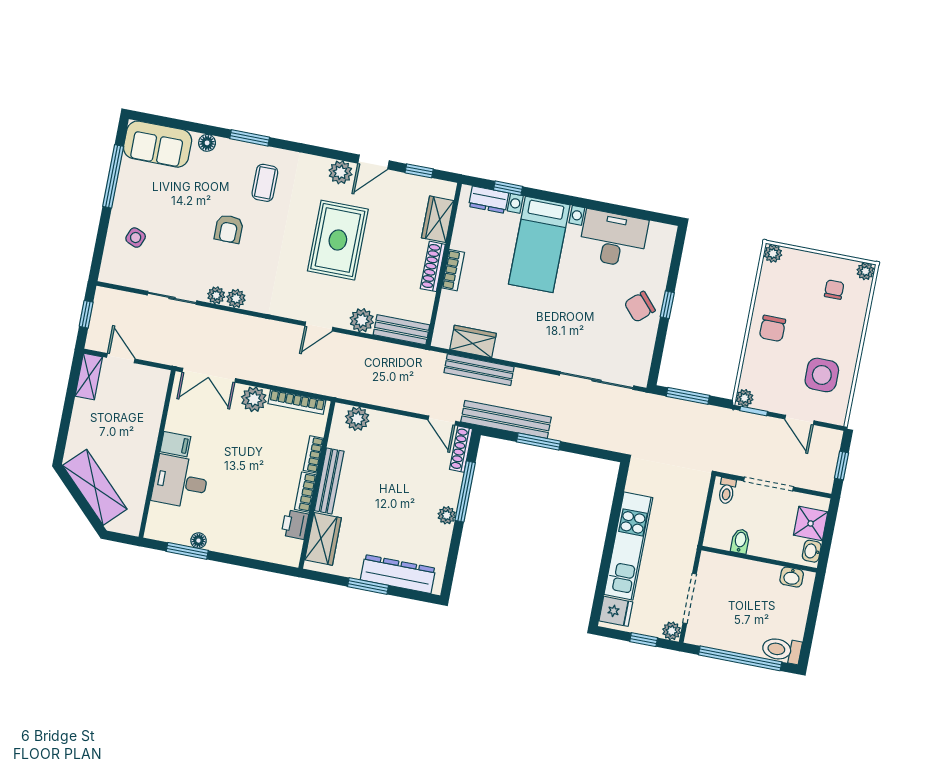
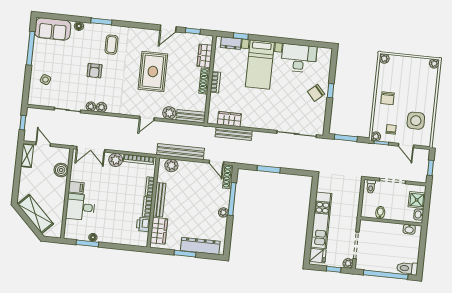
plant: (341, 172) -> (151, 35), removed
chair: (834, 290) -> (391, 129), moved
boiler: (150, 409) -> (61, 170), added
bench: (506, 419) -> (180, 152), moved

